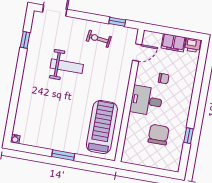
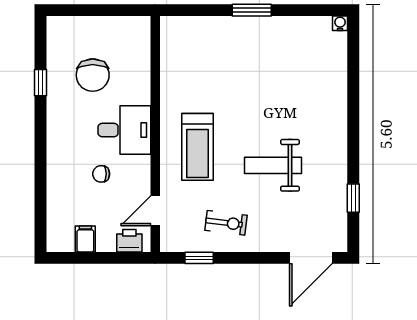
filing cabinet: (173, 43) -> (85, 239), width x0.50
printer: (193, 45) -> (129, 241), moved
treadmill: (102, 127) -> (198, 147), moved, width x0.73, depth x0.73

